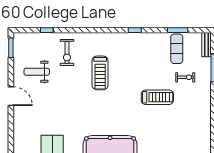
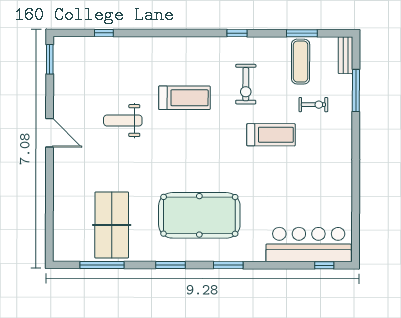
exercise bike: (67, 52) -> (246, 84), moved
weight bench: (37, 72) -> (123, 121), moved
treadmill: (100, 73) -> (184, 98), turned -90

